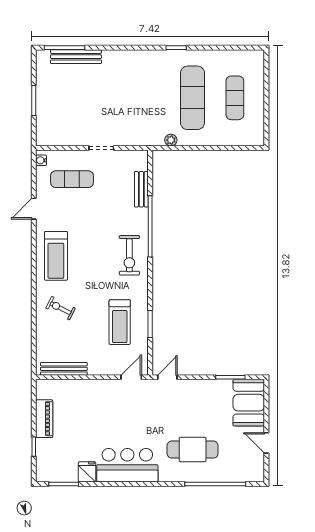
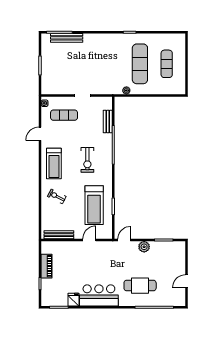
exercise bike: (129, 255) -> (87, 160), moved
treadmill: (120, 322) -> (94, 205), width x1.37, depth x1.38
door: (131, 377) -> (89, 240), moved
plant: (199, 388) -> (144, 247), added
booth: (249, 403) -> (175, 256), removed
door: (266, 443) -> (187, 281), hinge flipped

